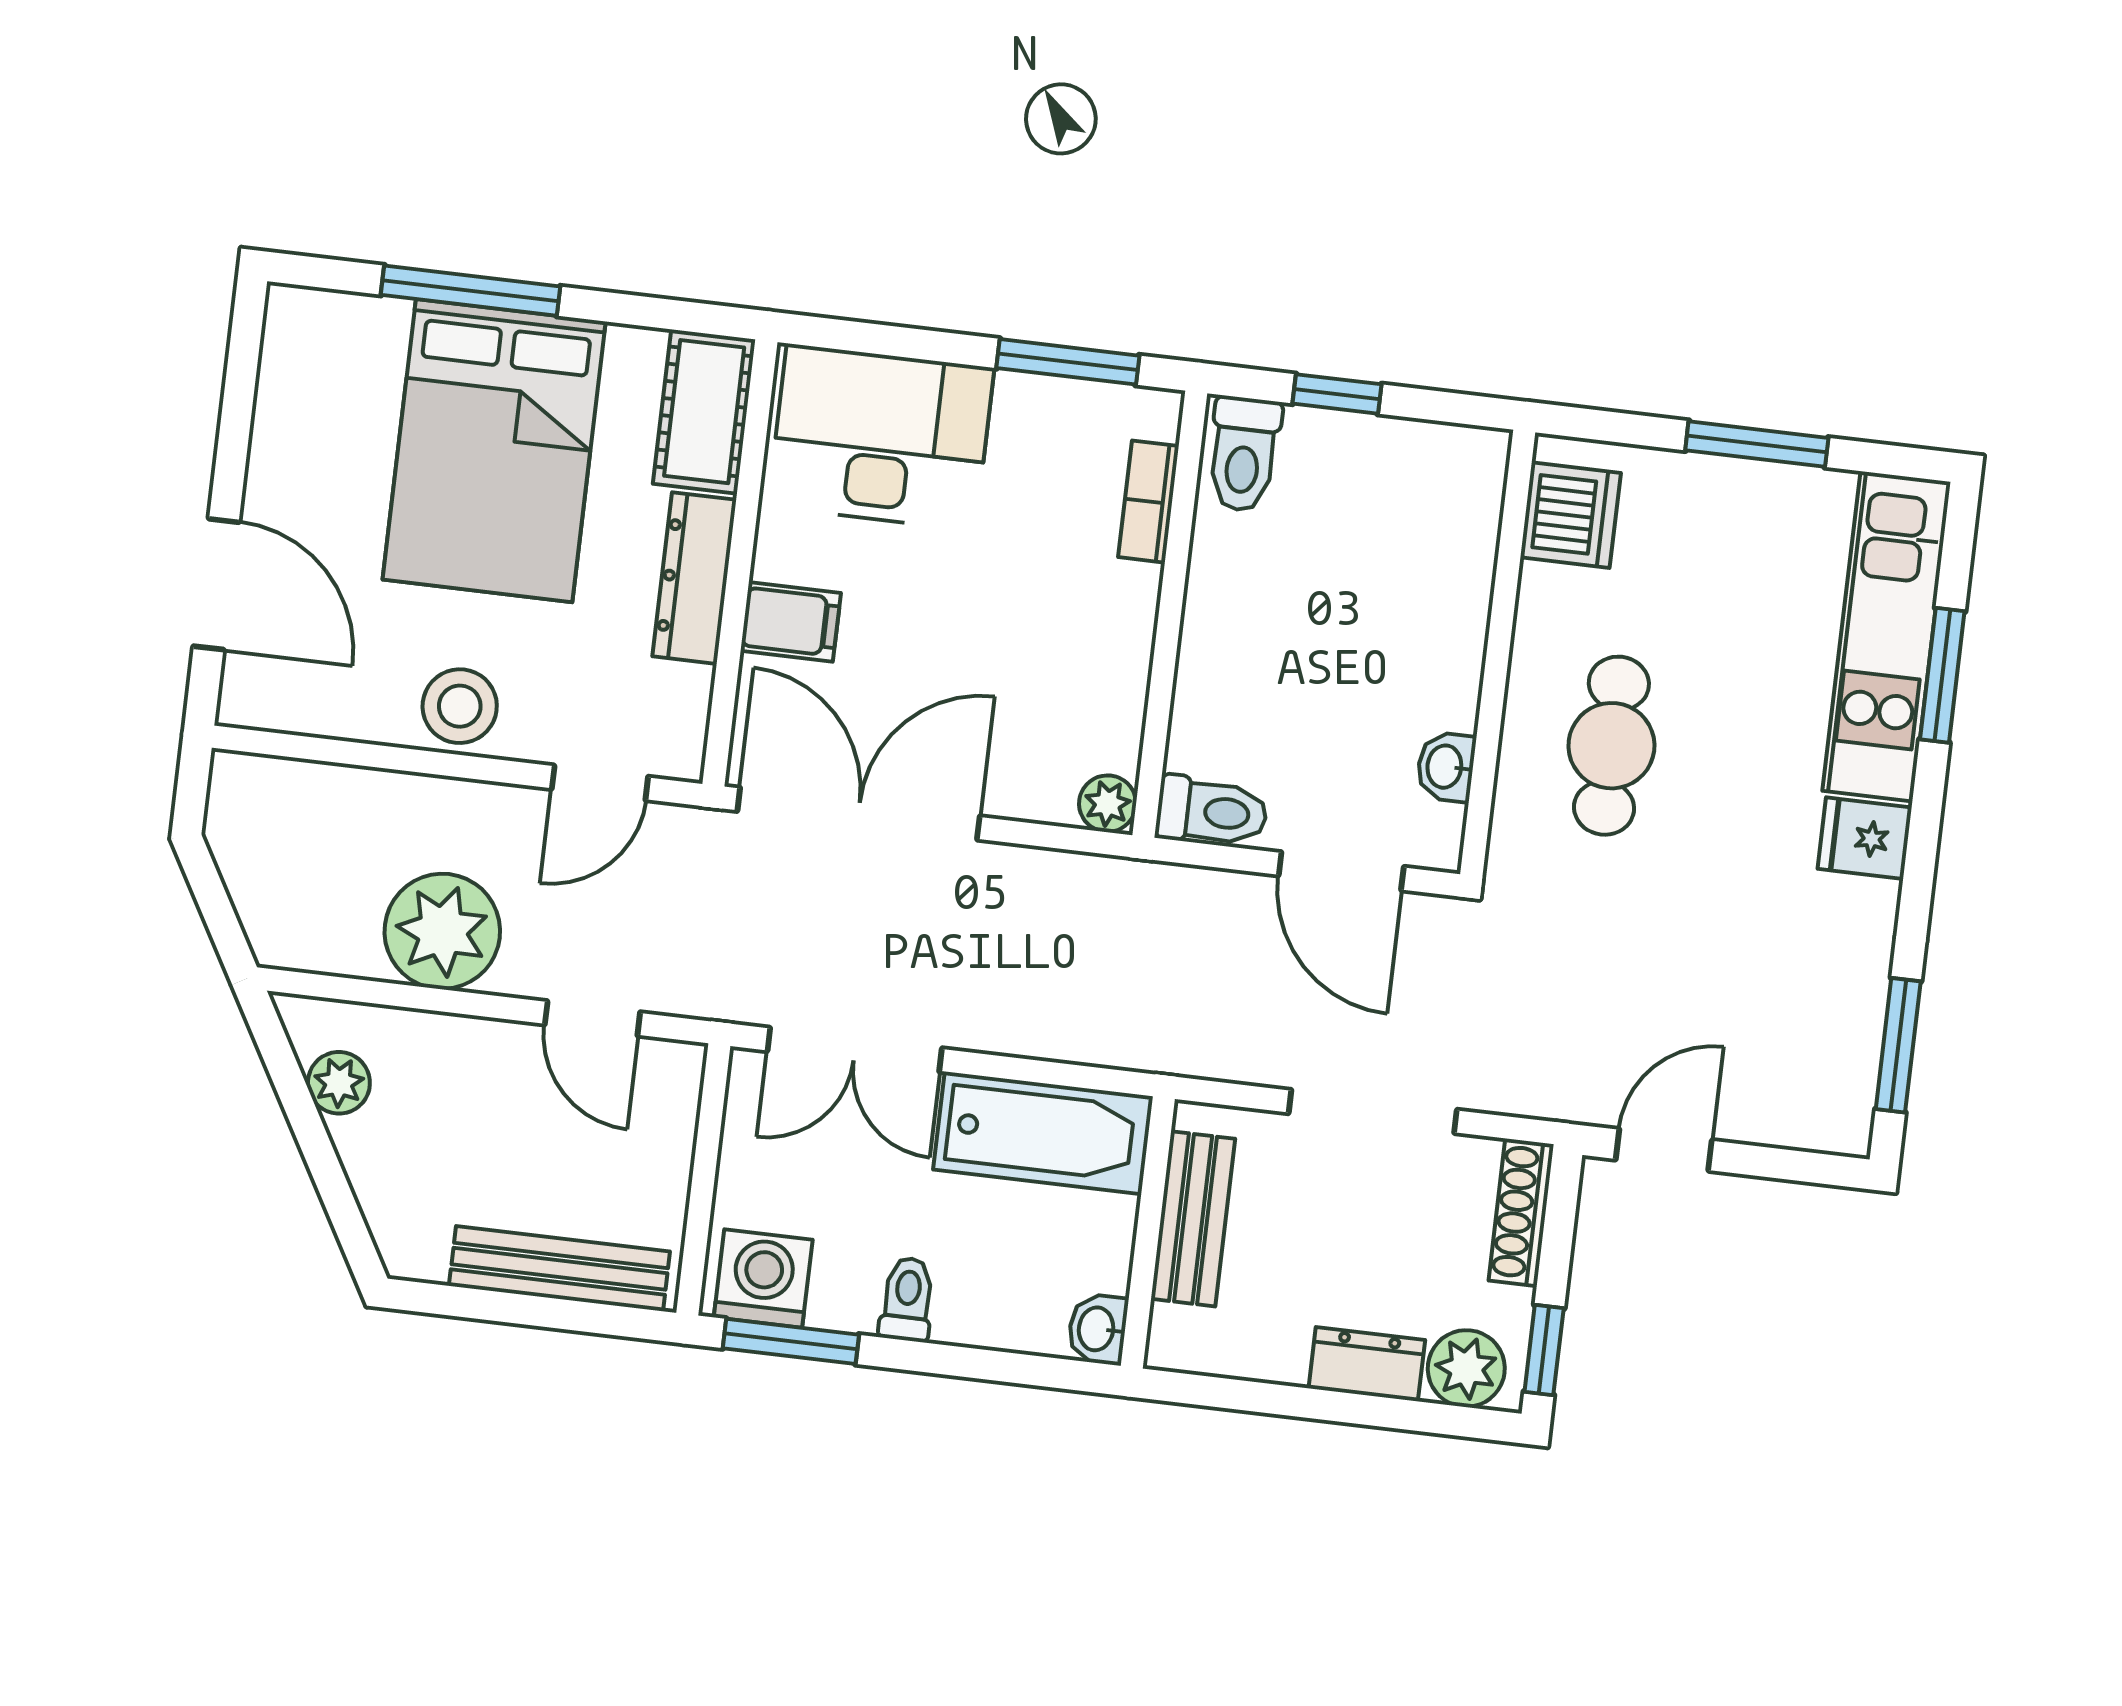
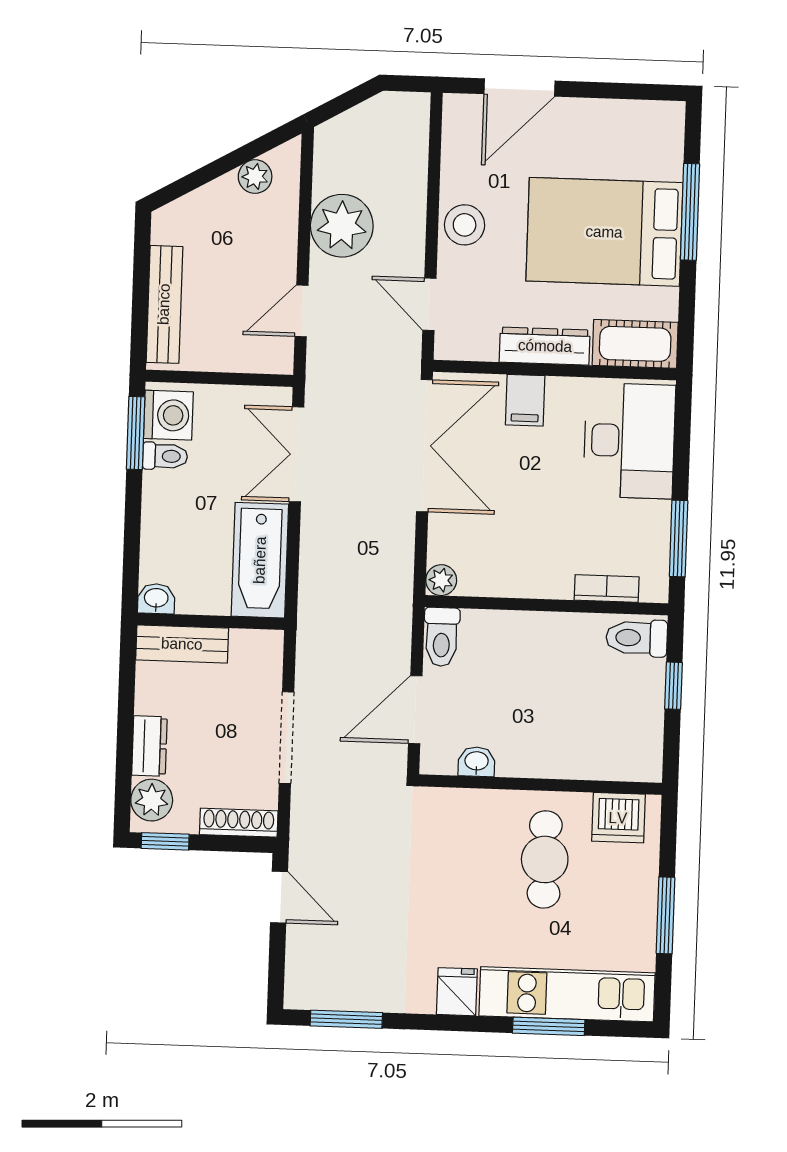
cafe table: (1611, 746) -> (545, 859), moved, turned 90
bench: (1193, 1219) -> (182, 644), moved
toilet: (907, 1299) -> (165, 456), moved

